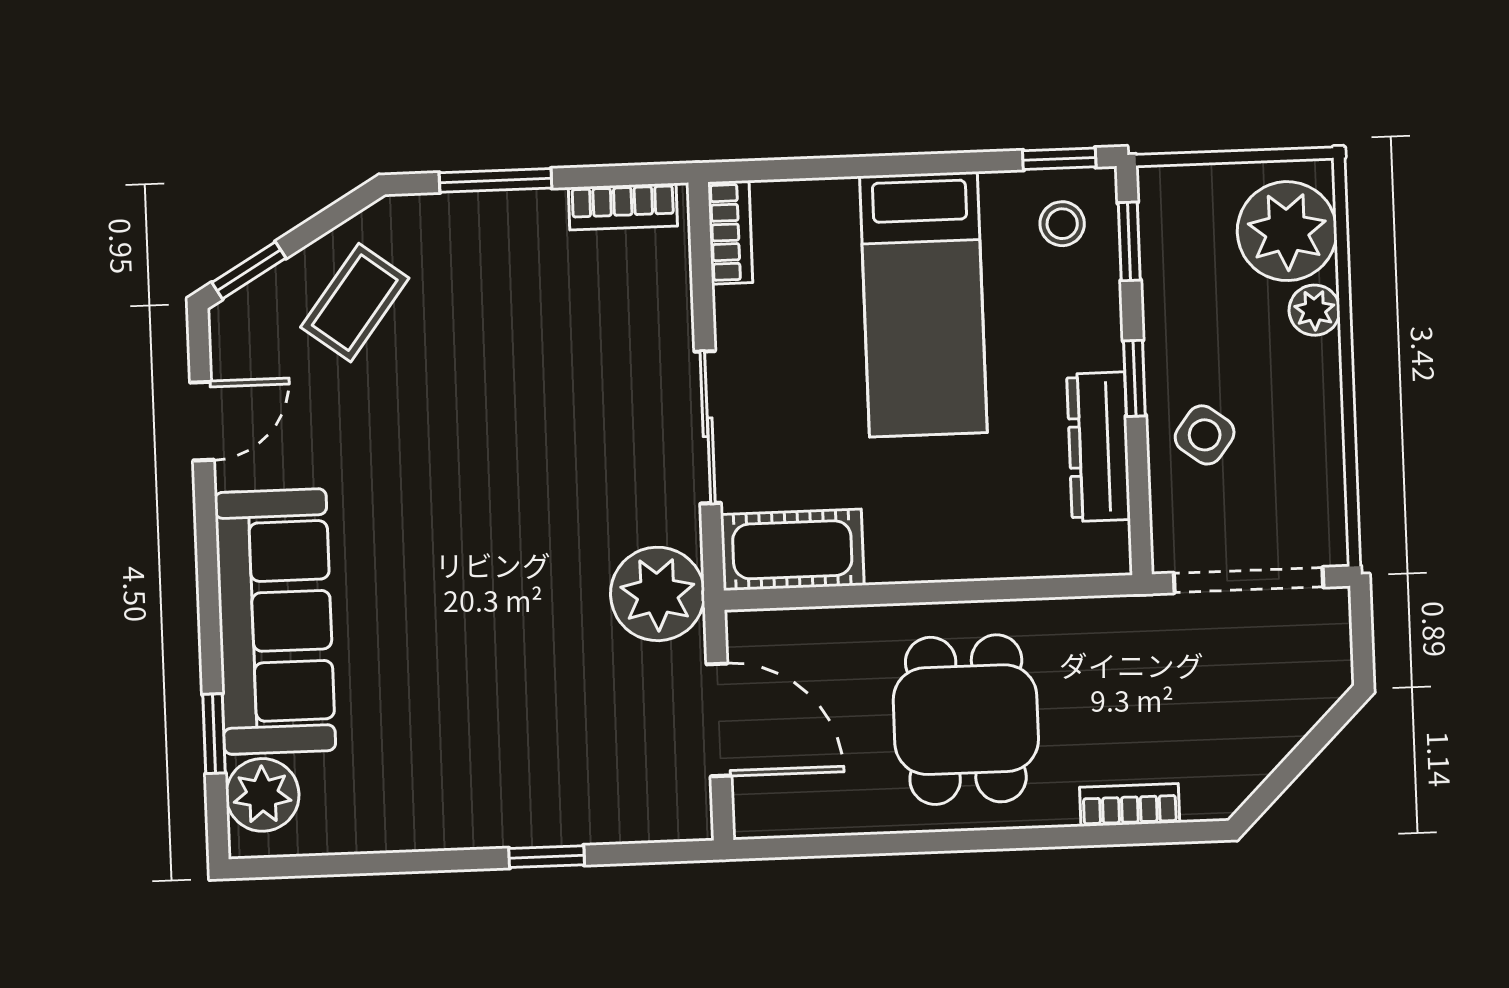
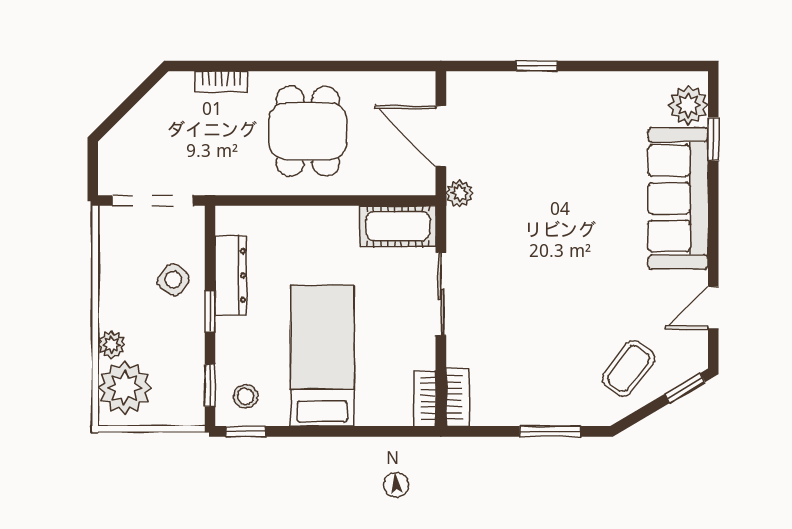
bookcase: (623, 207) -> (458, 397), moved, turned 90
plant: (658, 594) -> (460, 193), width x0.53, depth x0.53

